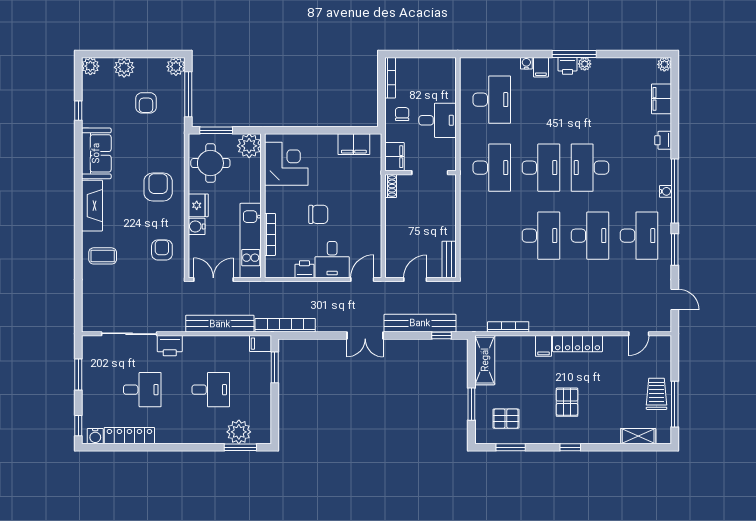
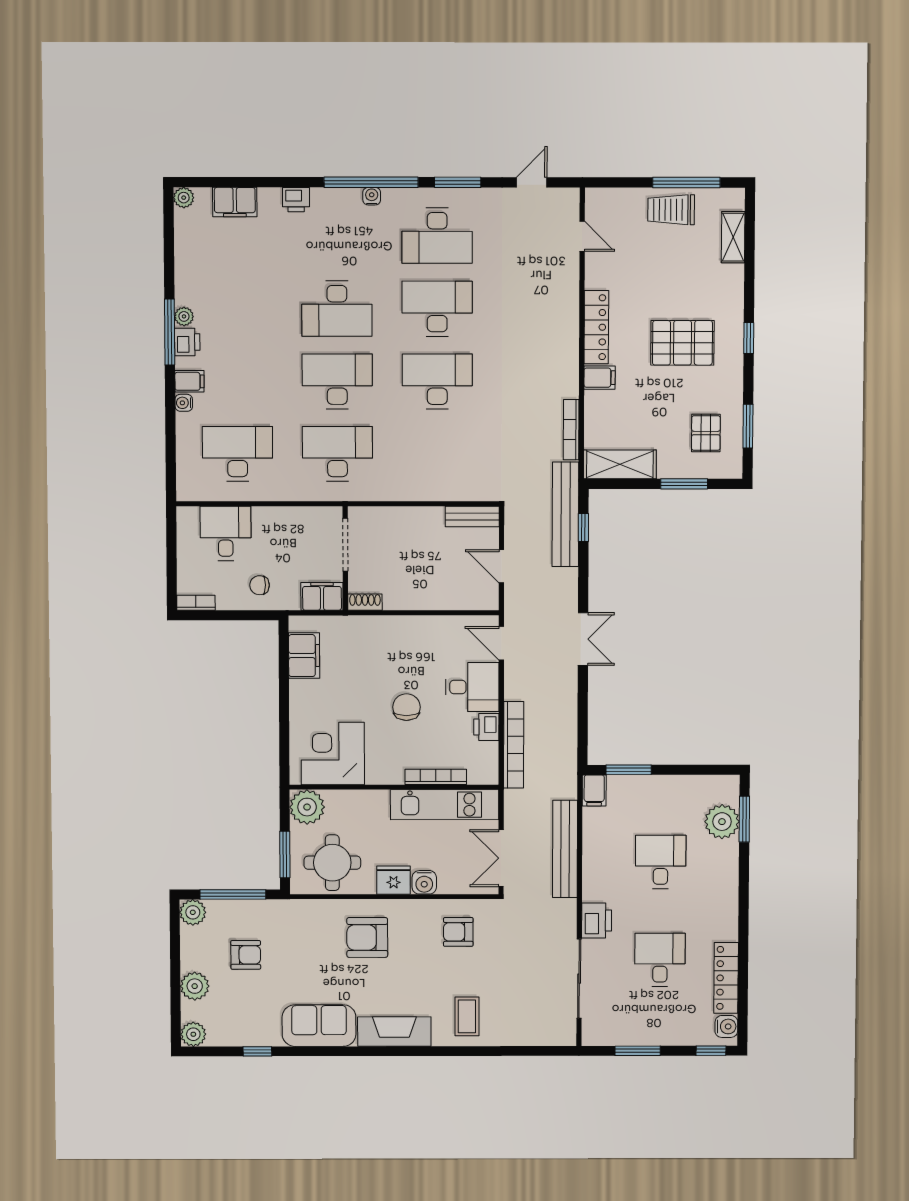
bookcase: (390, 78) -> (196, 603), width x0.64
desk: (438, 120) -> (226, 533), moved
desk: (639, 236) -> (437, 236), turned 180
bench: (420, 323) -> (565, 514), moved
bookcase: (285, 325) -> (514, 745), moved, turned 180
pallet: (567, 402) -> (682, 343), width x1.50, depth x1.42

